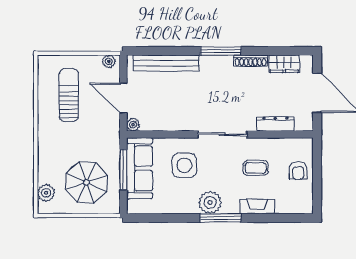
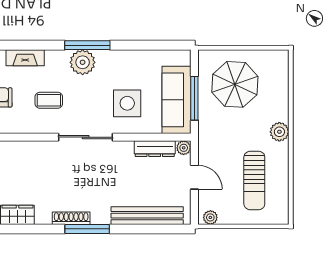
shoe rack: (251, 61) -> (71, 218), moved
door: (123, 98) -> (194, 177), width x0.73
dresser: (275, 124) -> (155, 149), moved
plant: (46, 193) -> (279, 132), moved
plant: (210, 202) -> (83, 62), moved
fireplace: (257, 207) -> (25, 58), moved

